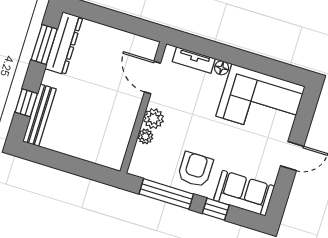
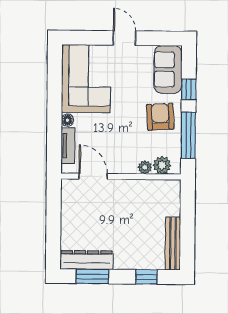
door: (152, 78) -> (93, 176), swing flipped
bench: (39, 115) -> (173, 244), moved, turned 90
plant: (154, 119) -> (162, 165), moved
armchair: (195, 169) -> (160, 117), turned 87

